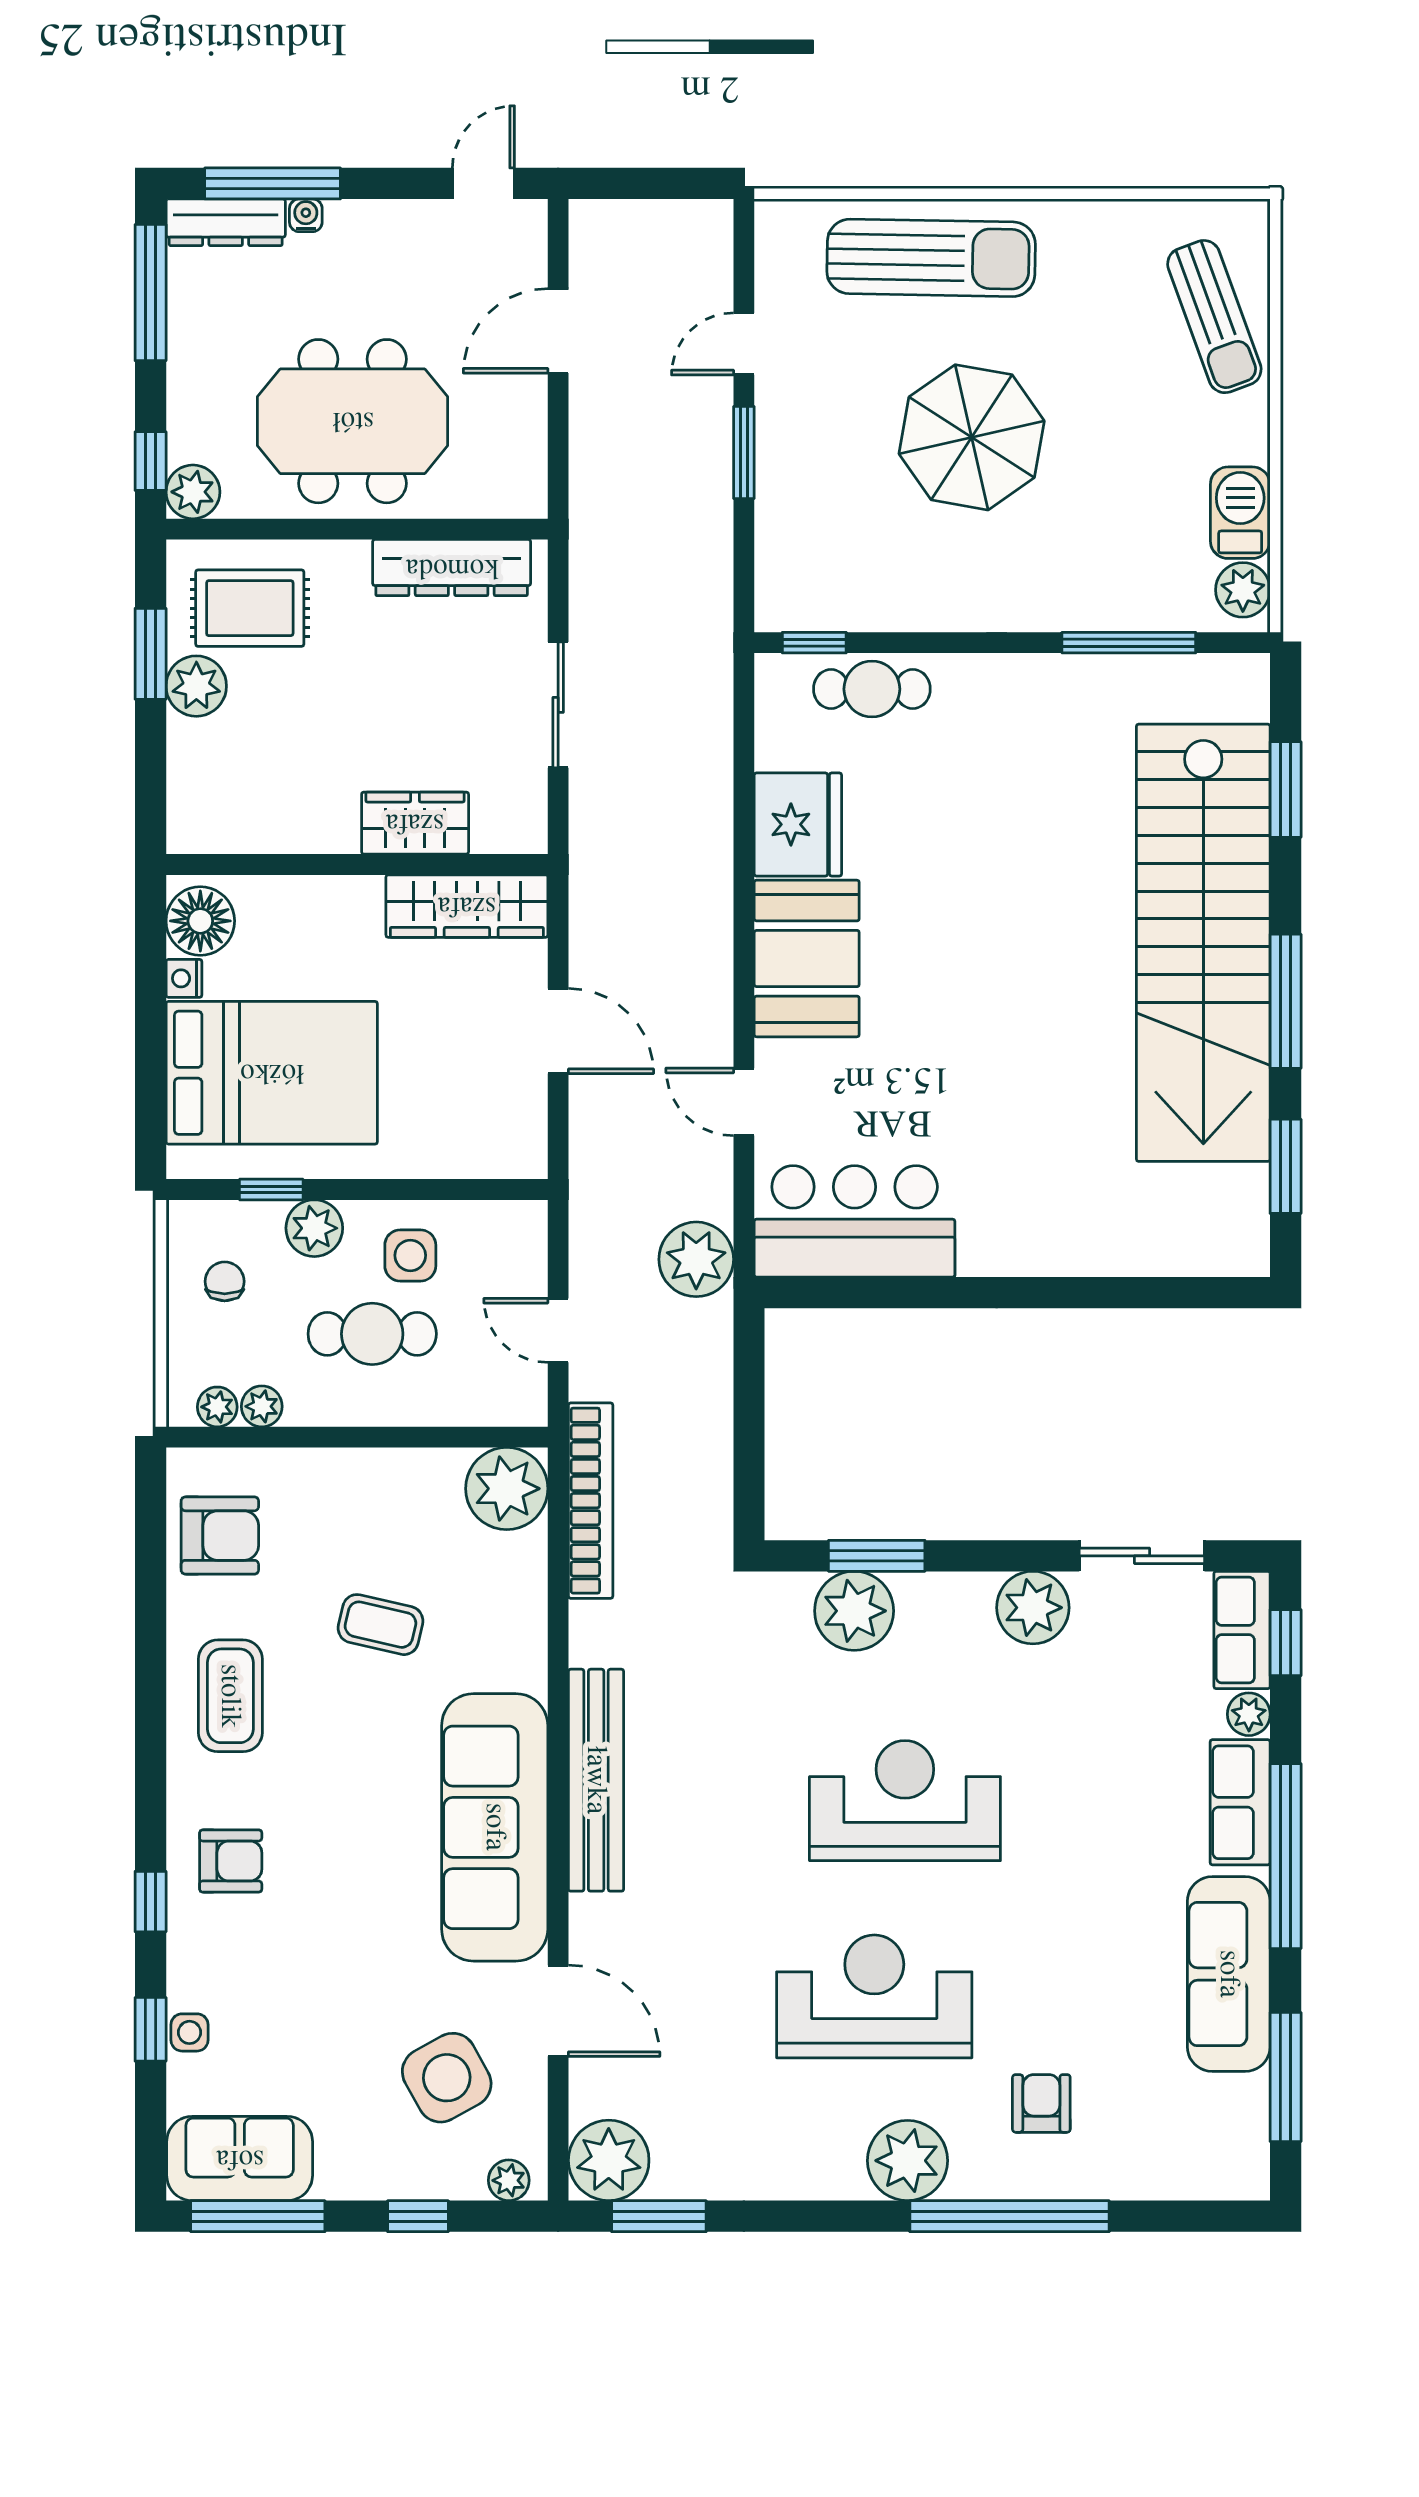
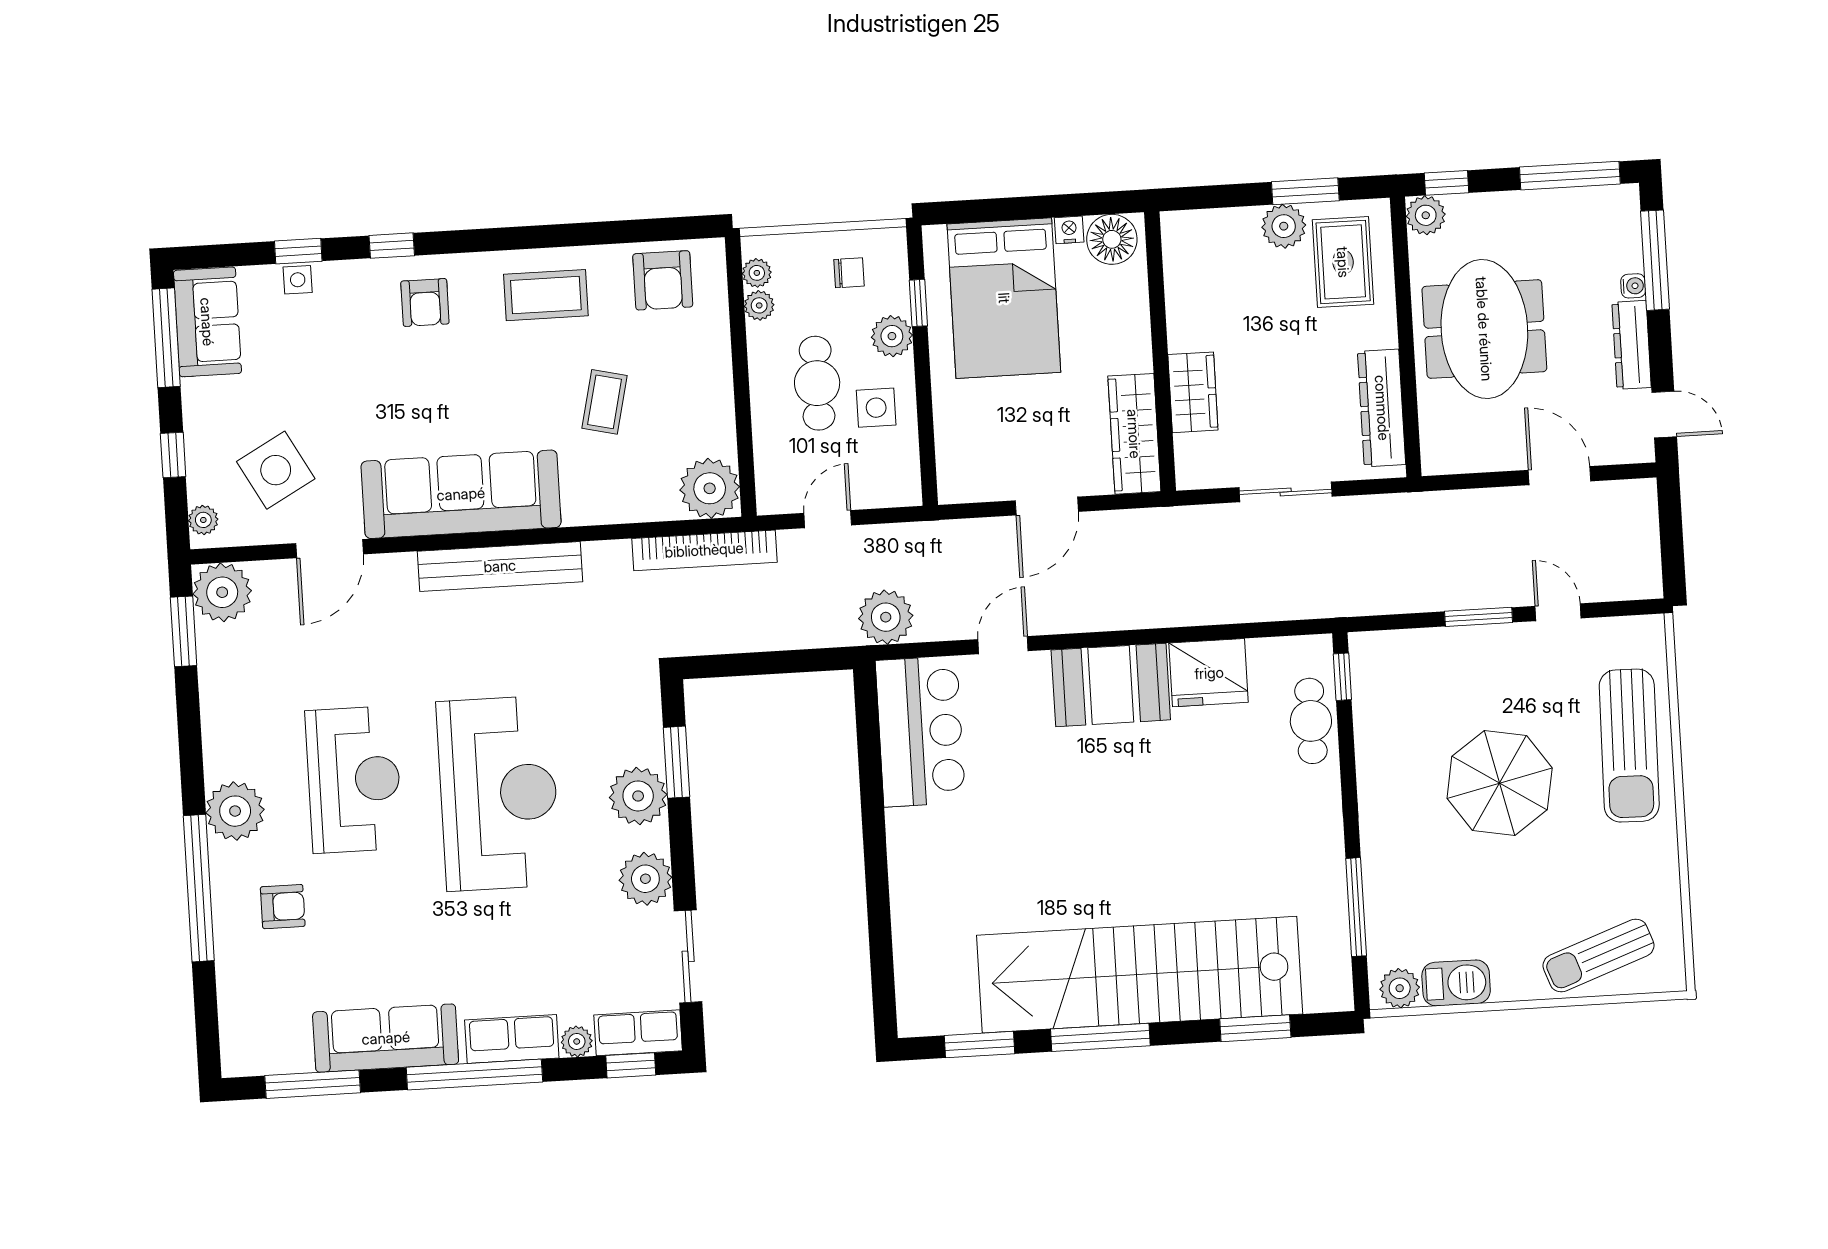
dresser: (226, 222) -> (1632, 345), moved
plant: (854, 1611) -> (638, 796), moved
reception desk: (905, 1801) -> (498, 793), width x1.36, depth x1.30

